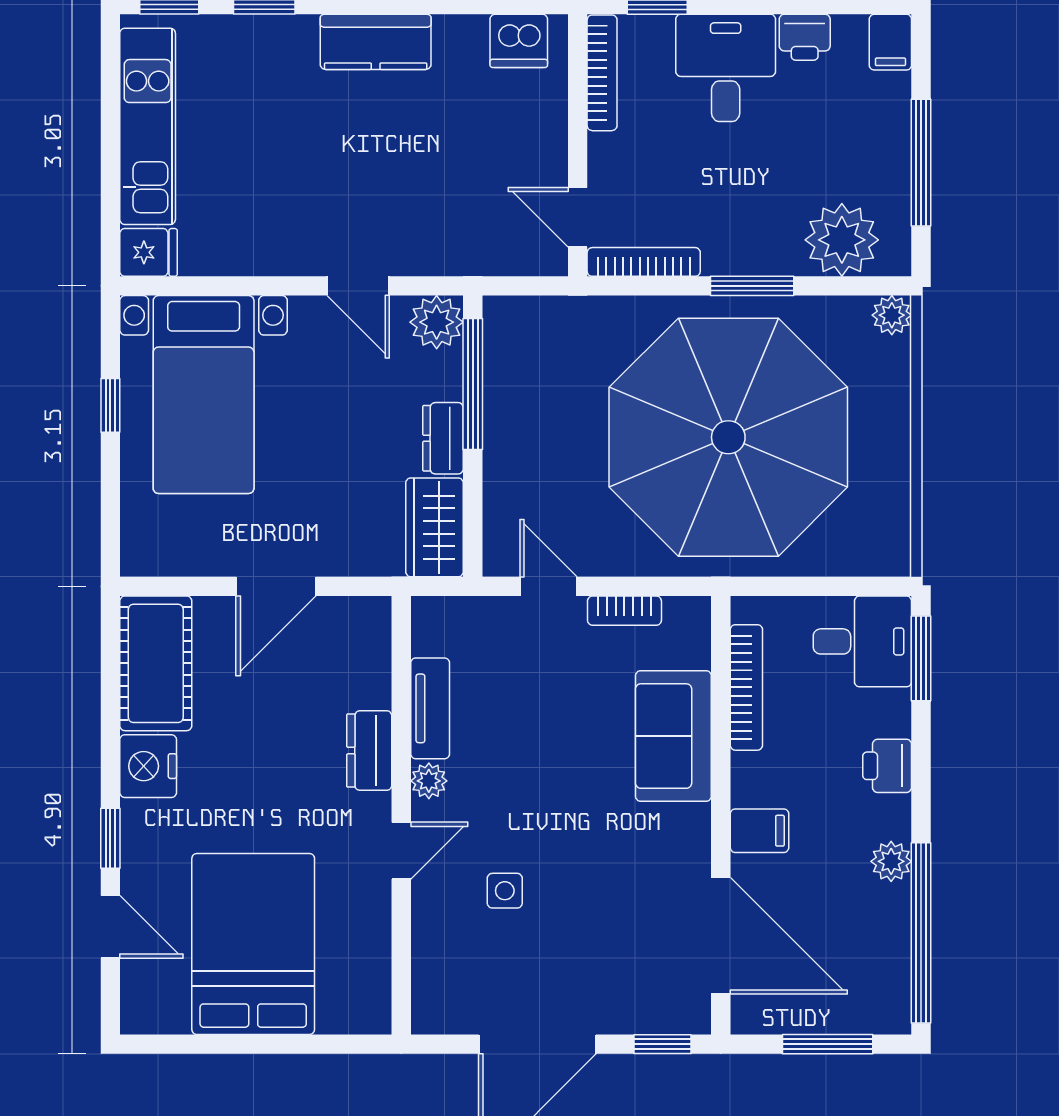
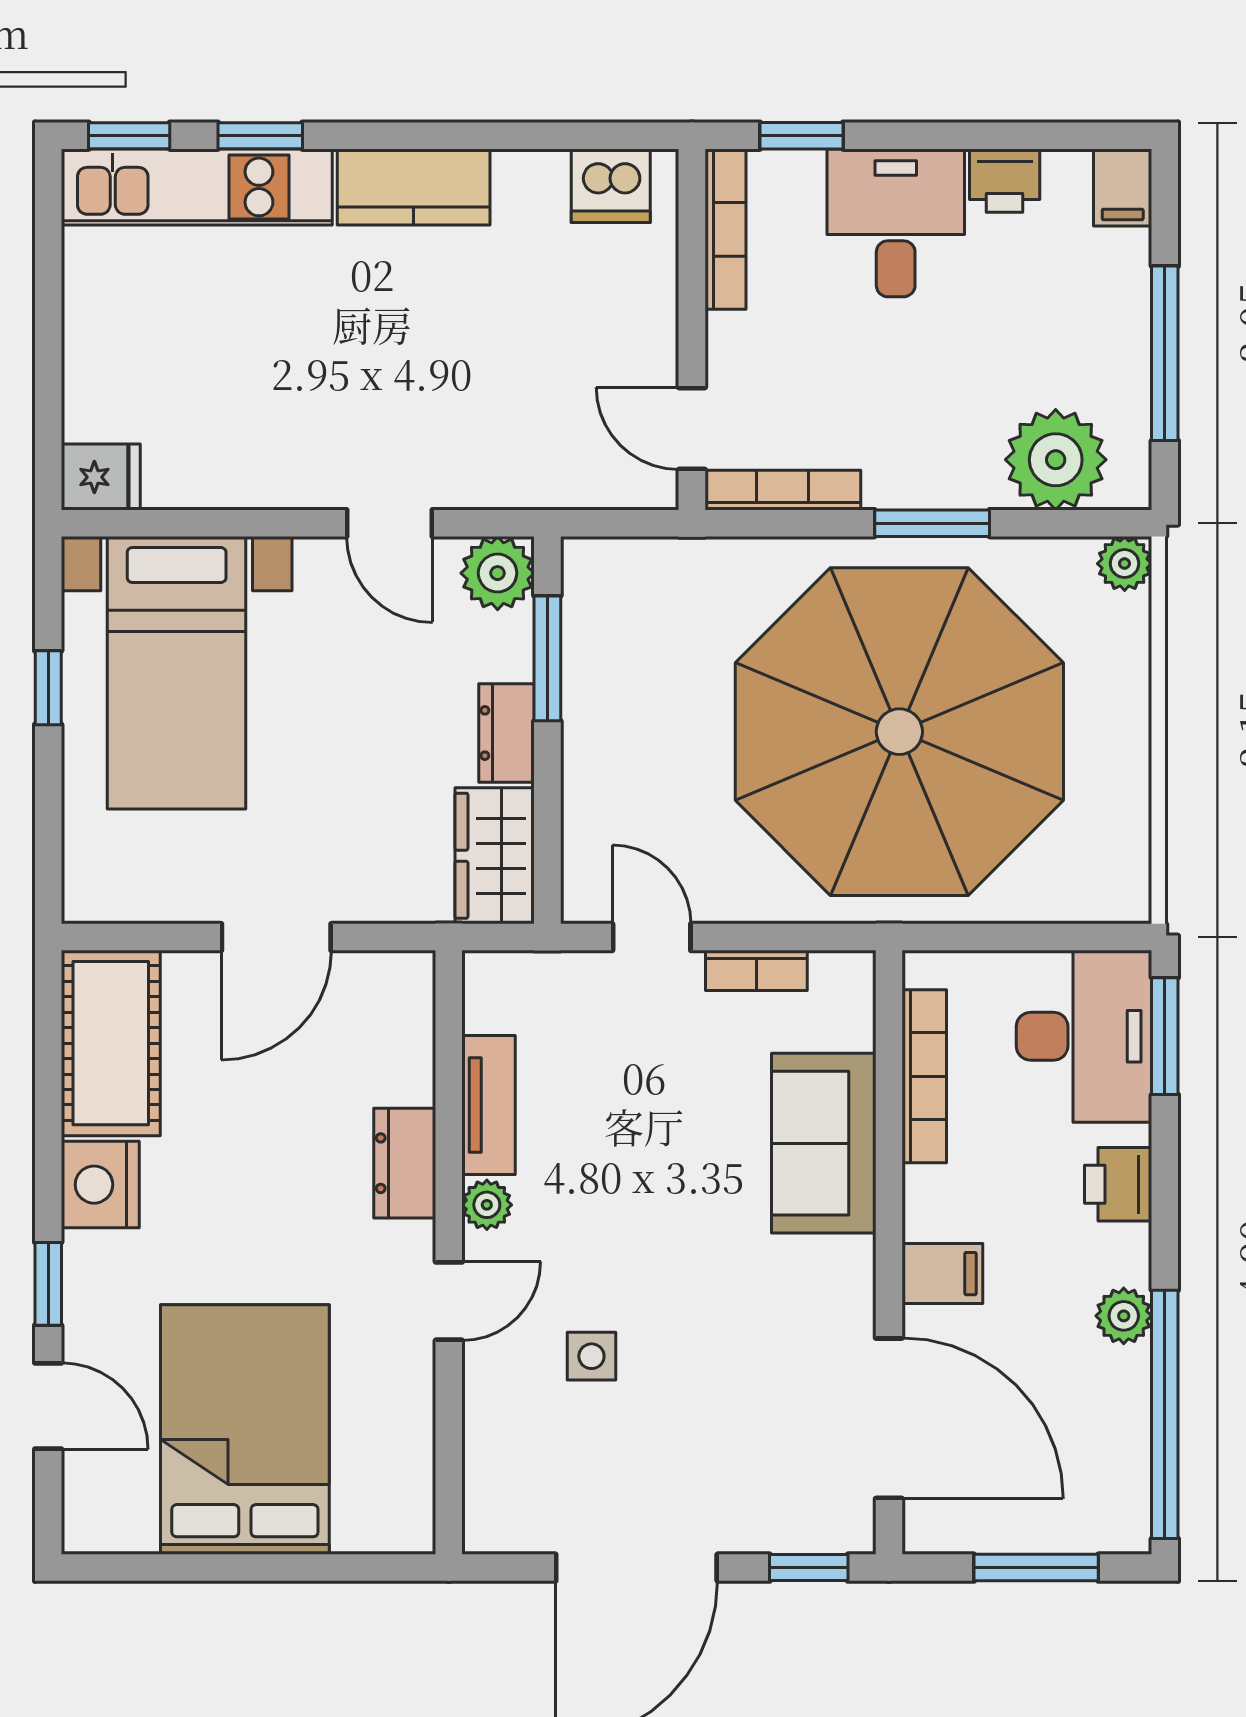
kitchen unit: (148, 126) -> (197, 187), moved, turned 90
window: (473, 384) -> (547, 658), width x0.69
desk: (862, 641) -> (1084, 1036), width x1.37

